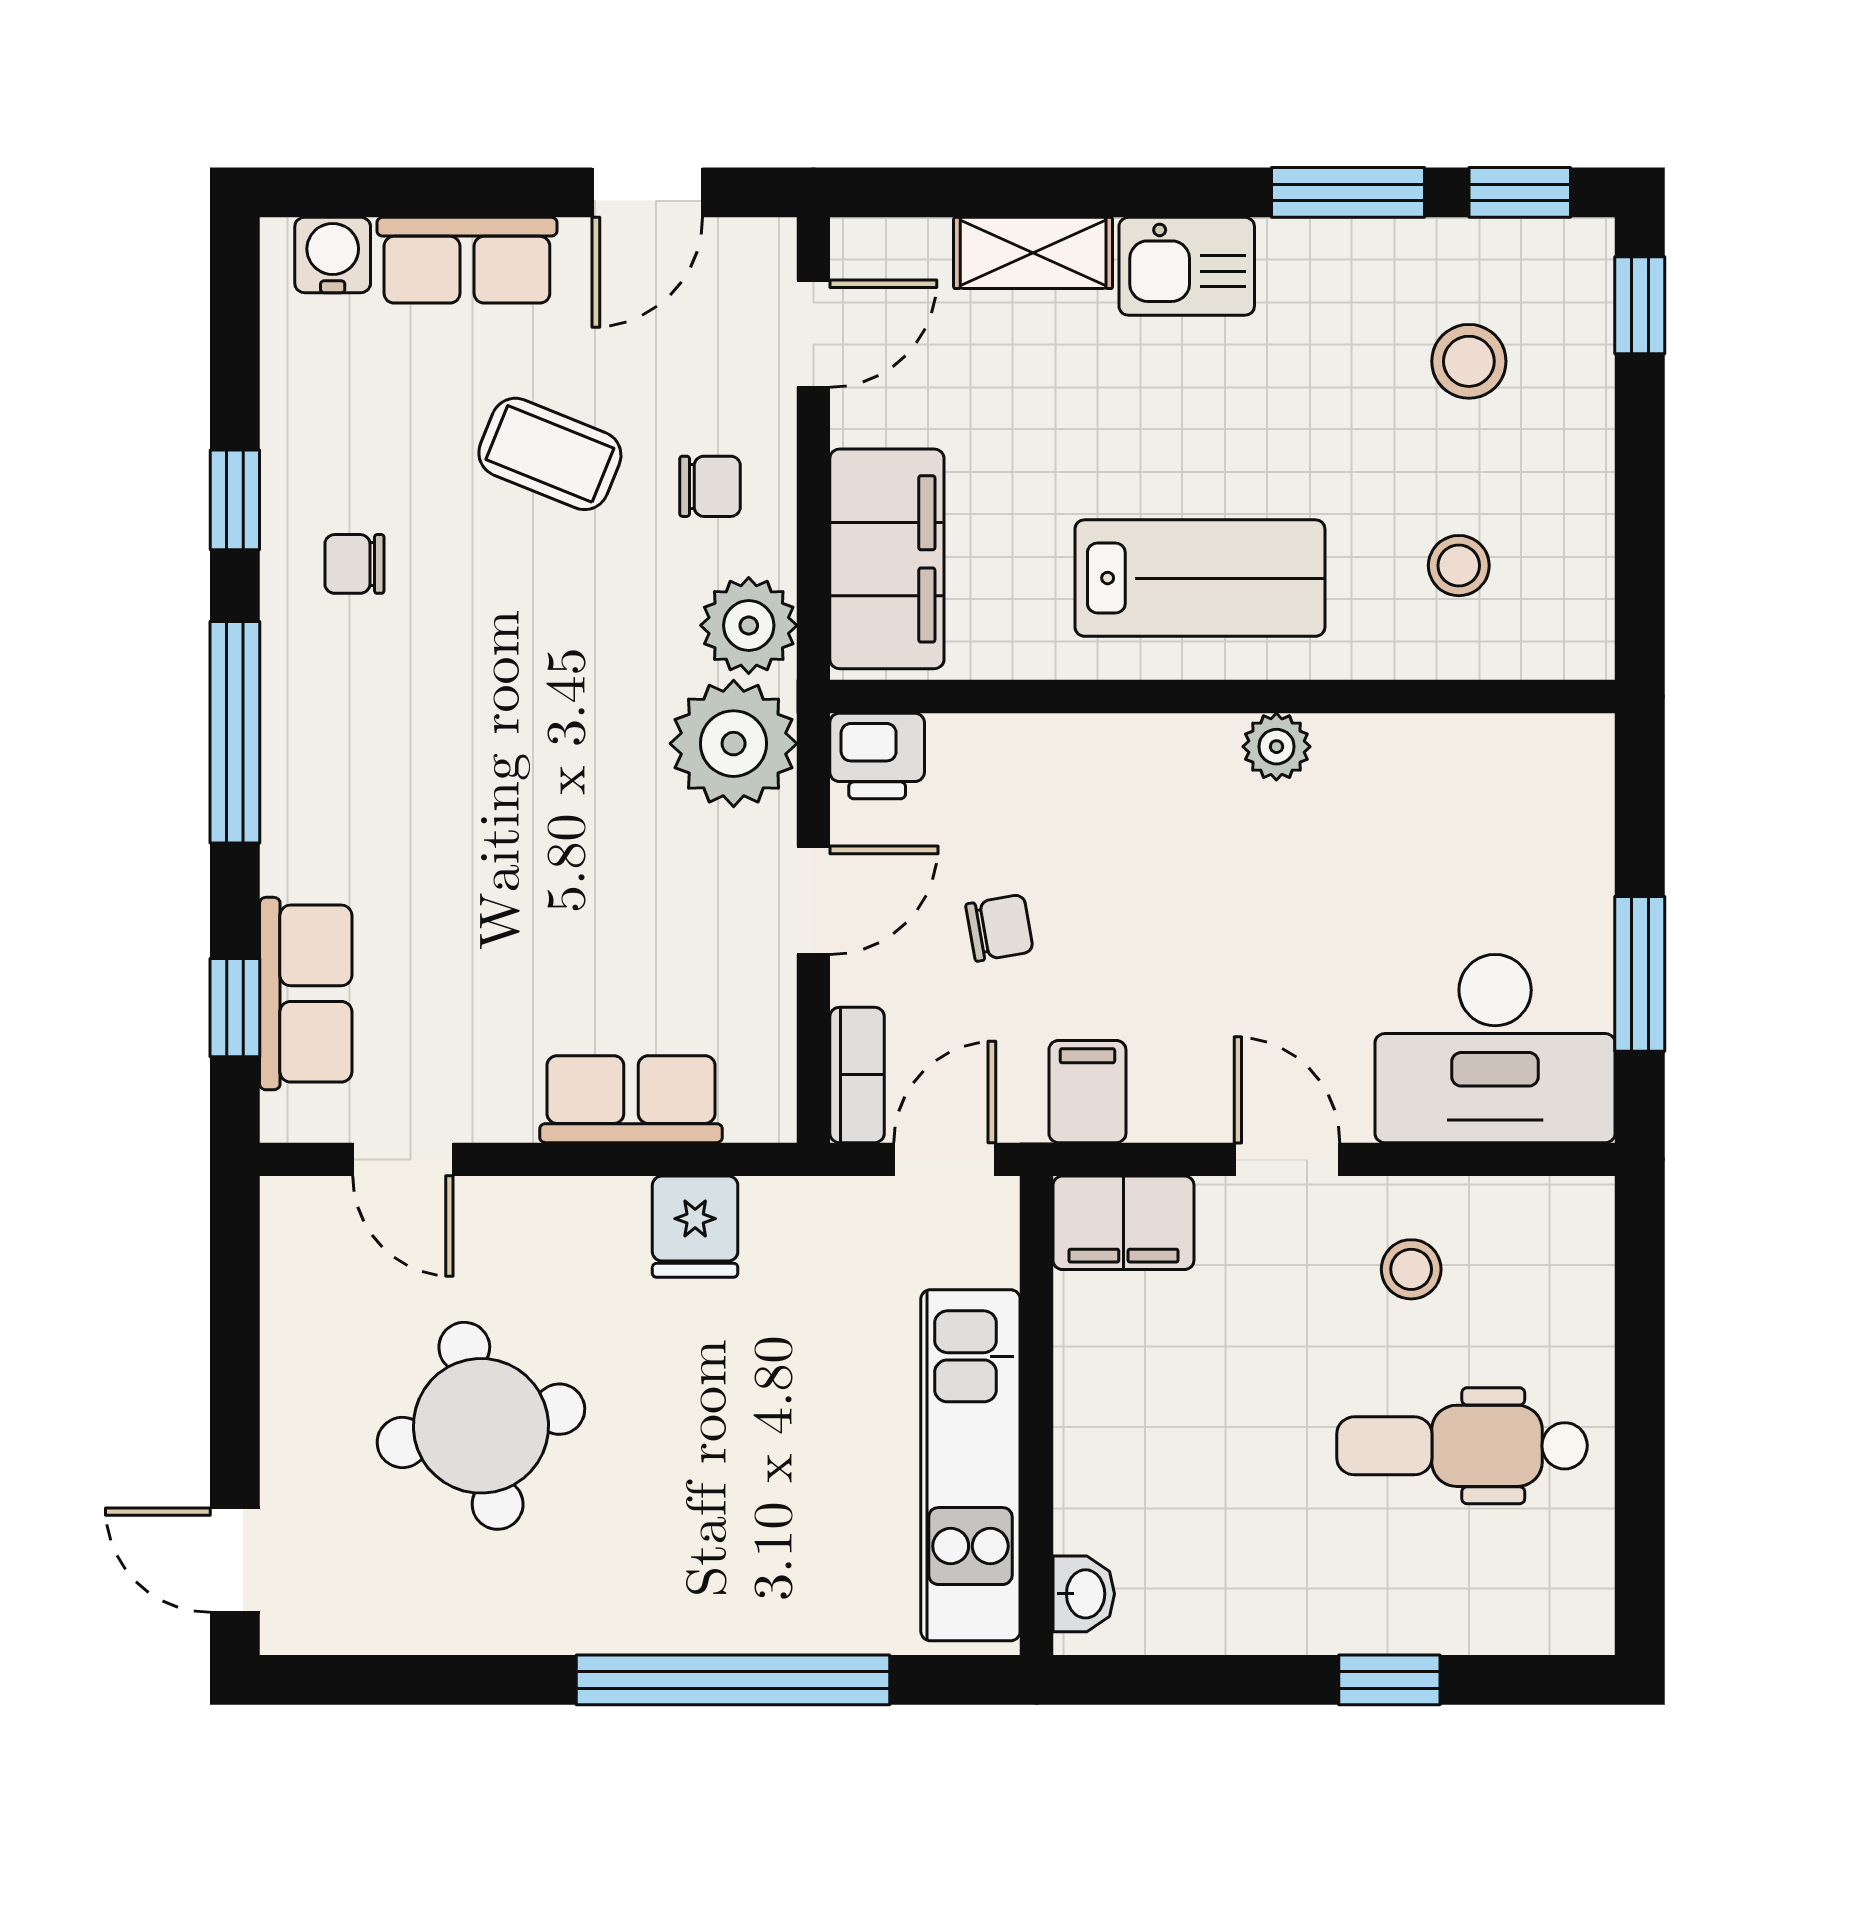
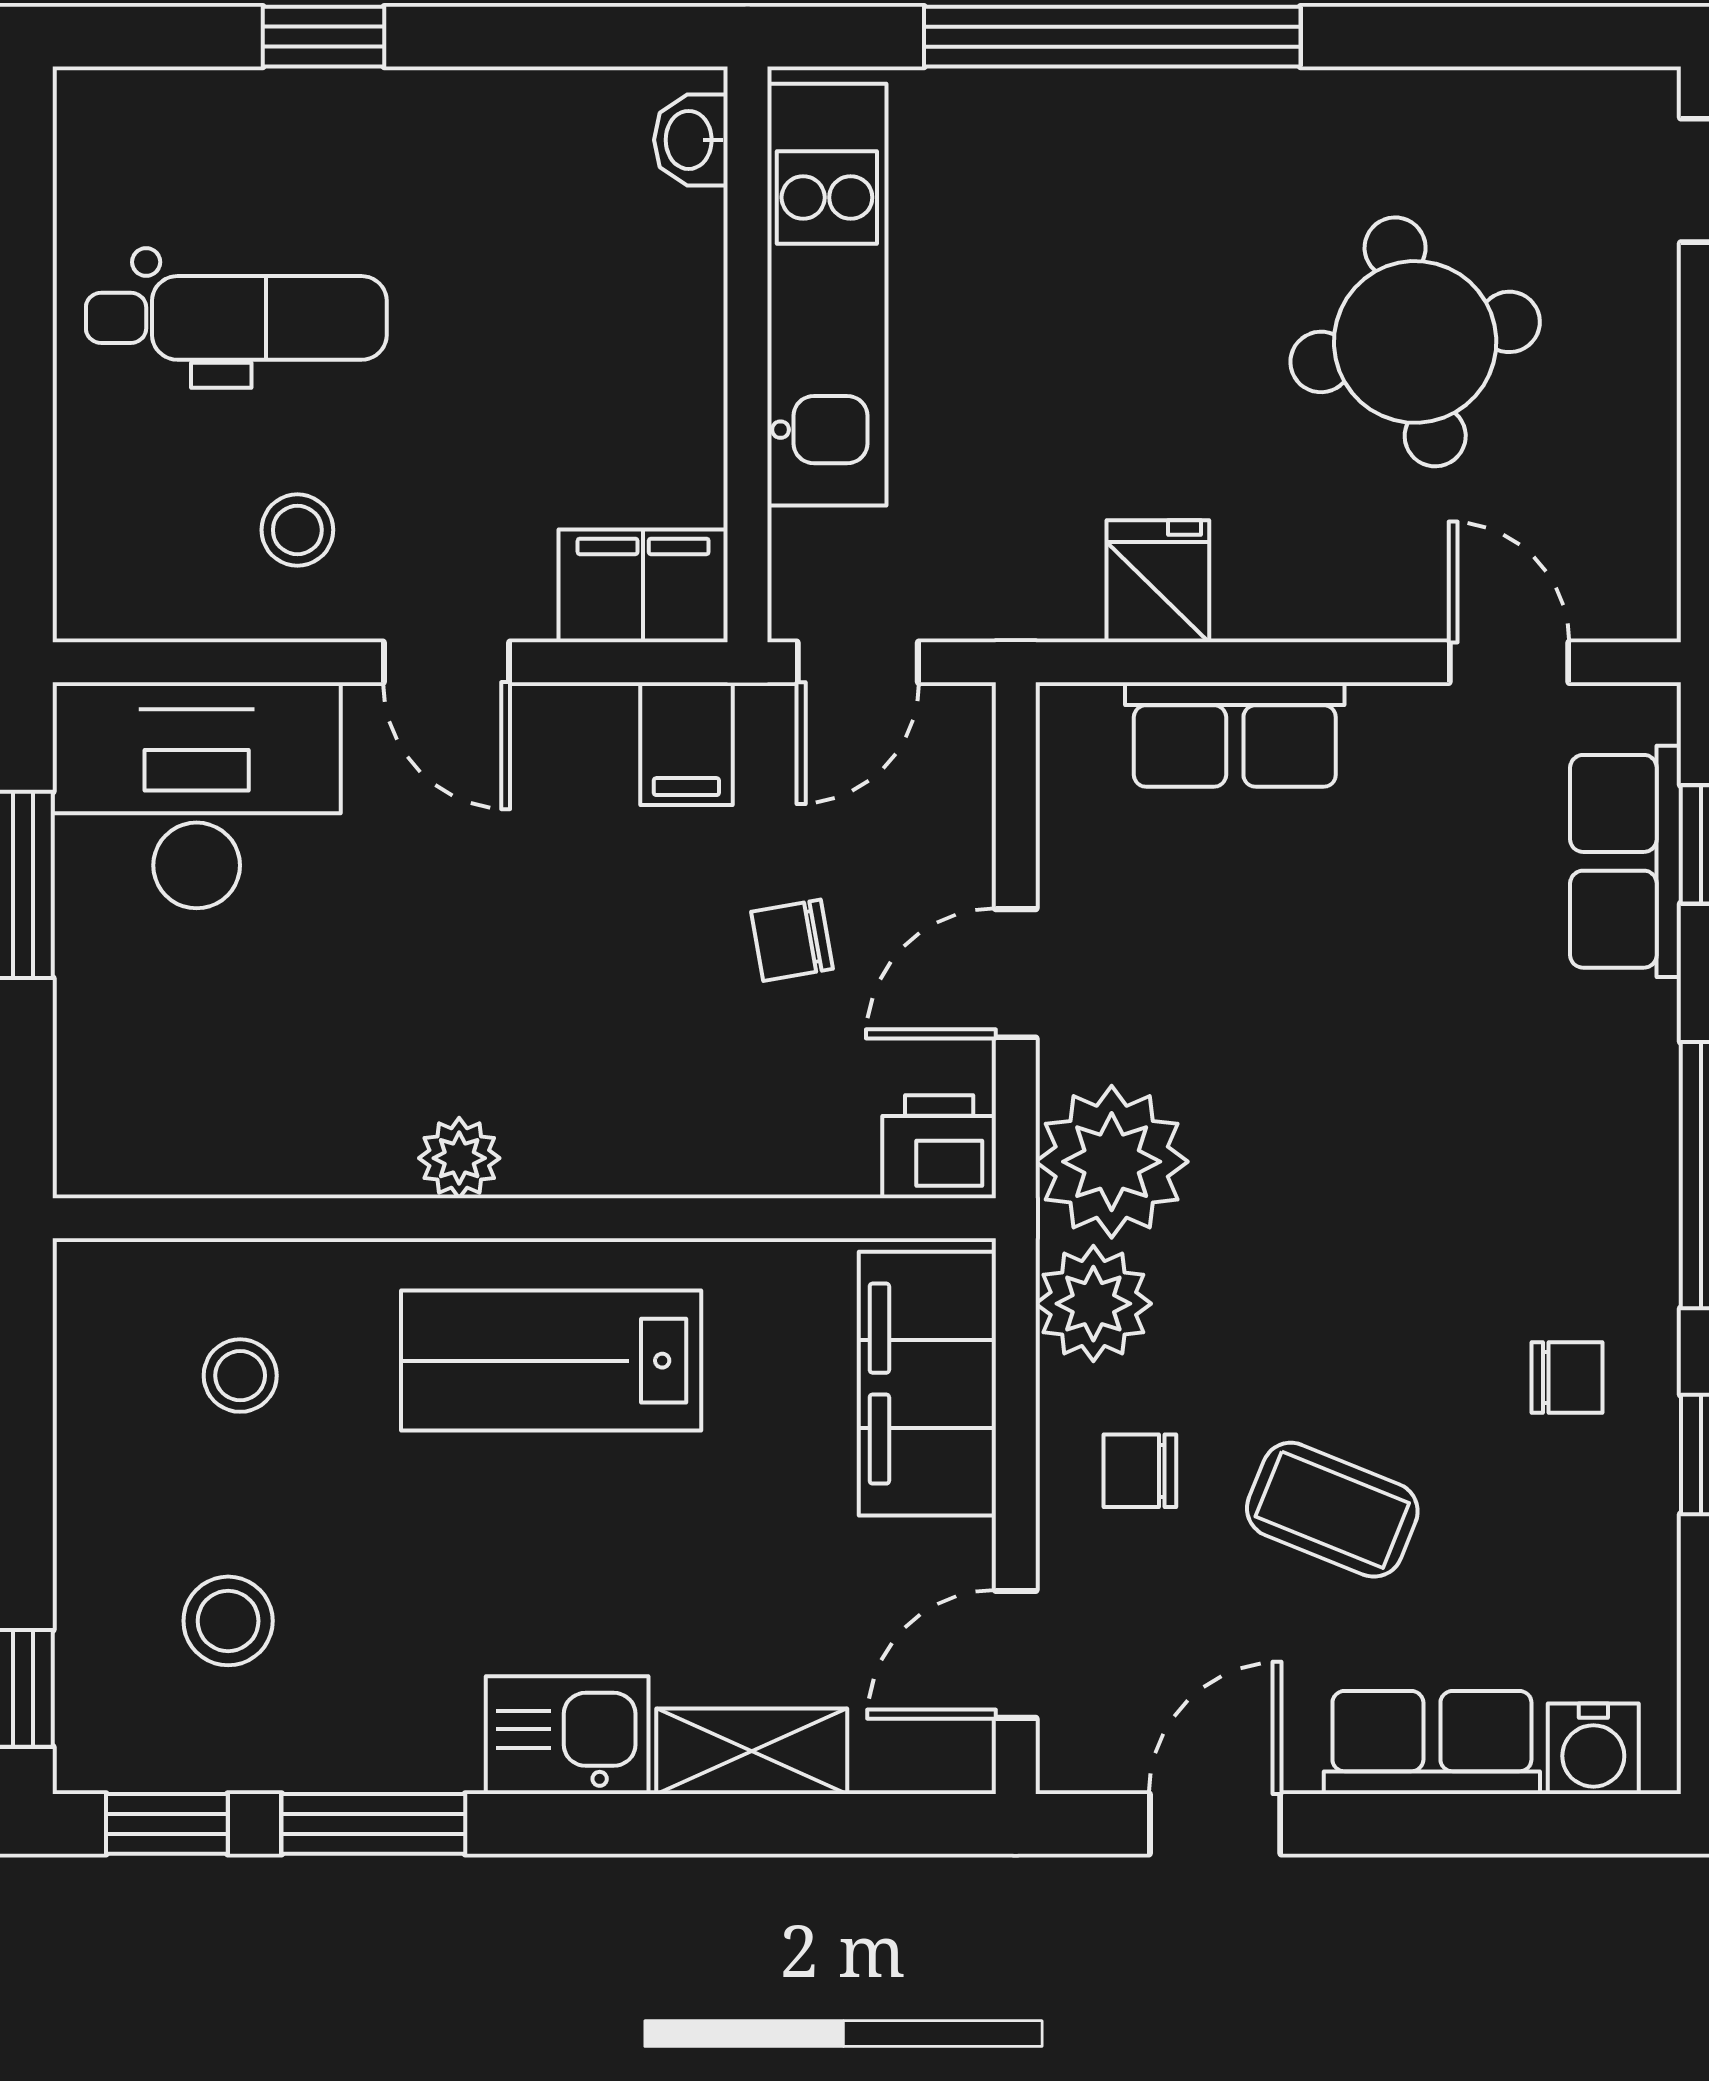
bookcase: (857, 1075) -> (963, 763), removed

